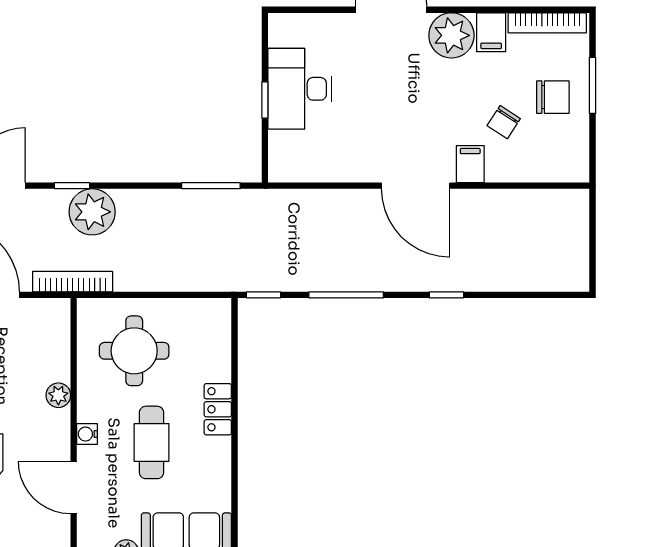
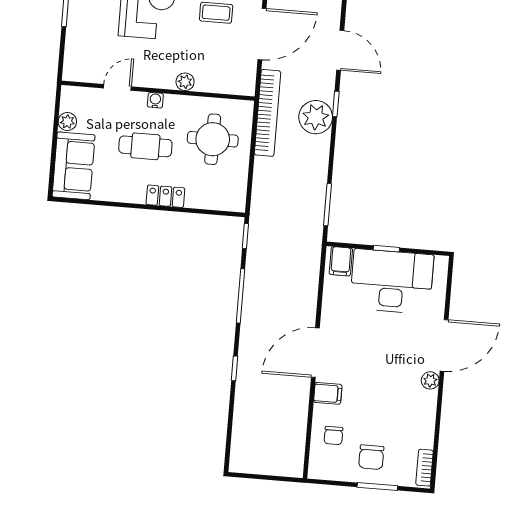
bookcase: (547, 23) -> (425, 468), width x0.64
filing cabinet: (491, 32) -> (341, 261), moved, turned -90
plant: (451, 35) -> (430, 380), width x0.53, depth x0.53
desk: (300, 89) -> (392, 281), width x1.36, depth x1.30
chair: (504, 122) -> (333, 436), moved, turned -123
bookcase: (73, 282) -> (268, 113), width x1.48, depth x1.31
door: (74, 488) -> (117, 87), width x0.73

